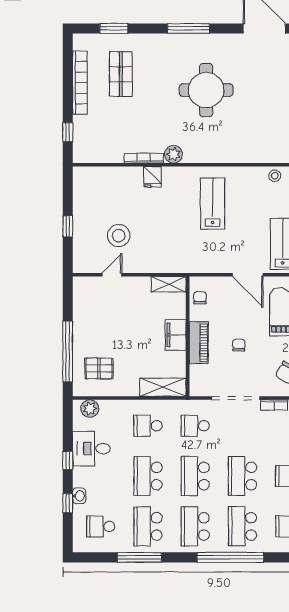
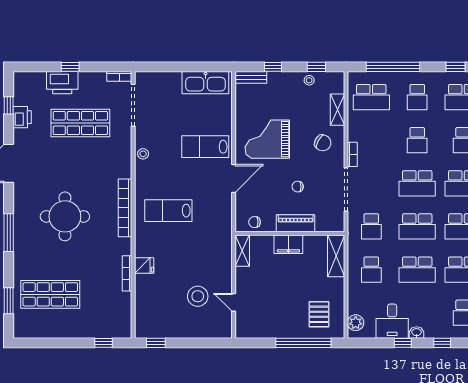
shop shelf: (121, 74) -> (50, 294), width x1.43, depth x1.36
bookcase: (80, 83) -> (125, 208), moved, turned -90
plant: (174, 154) -> (124, 246), removed
window: (68, 226) -> (156, 343), moved
washbasin: (79, 496) -> (417, 332), moved

